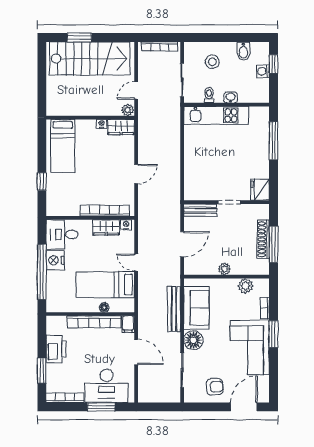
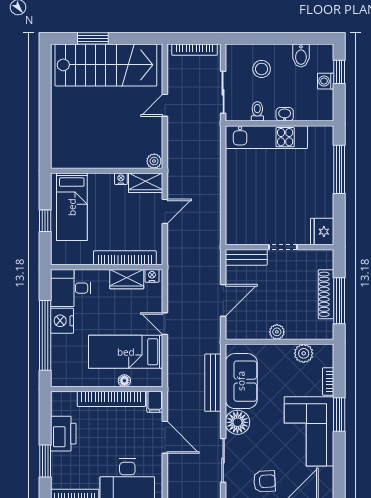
plant: (128, 110) -> (154, 161), moved
wall: (90, 118) -> (107, 171), moved
nightstand: (102, 124) -> (121, 179), moved
wardrobe: (121, 127) -> (146, 183), moved
bed: (63, 146) -> (72, 207), moved

